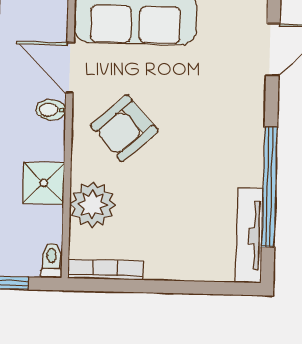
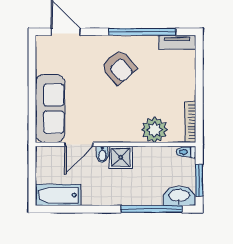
armchair: (125, 128) -> (119, 67), moved
shower: (44, 183) -> (121, 157), moved
tv unit: (249, 236) -> (177, 42), width x0.71

